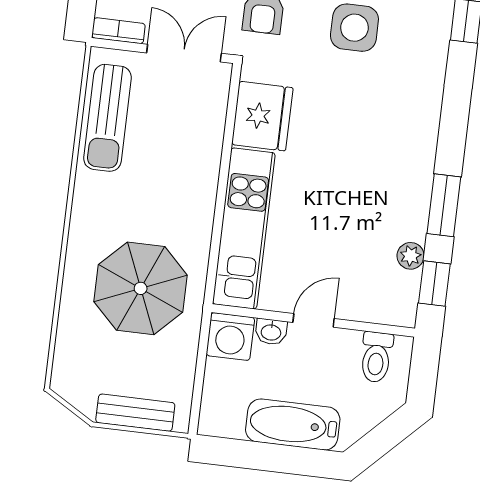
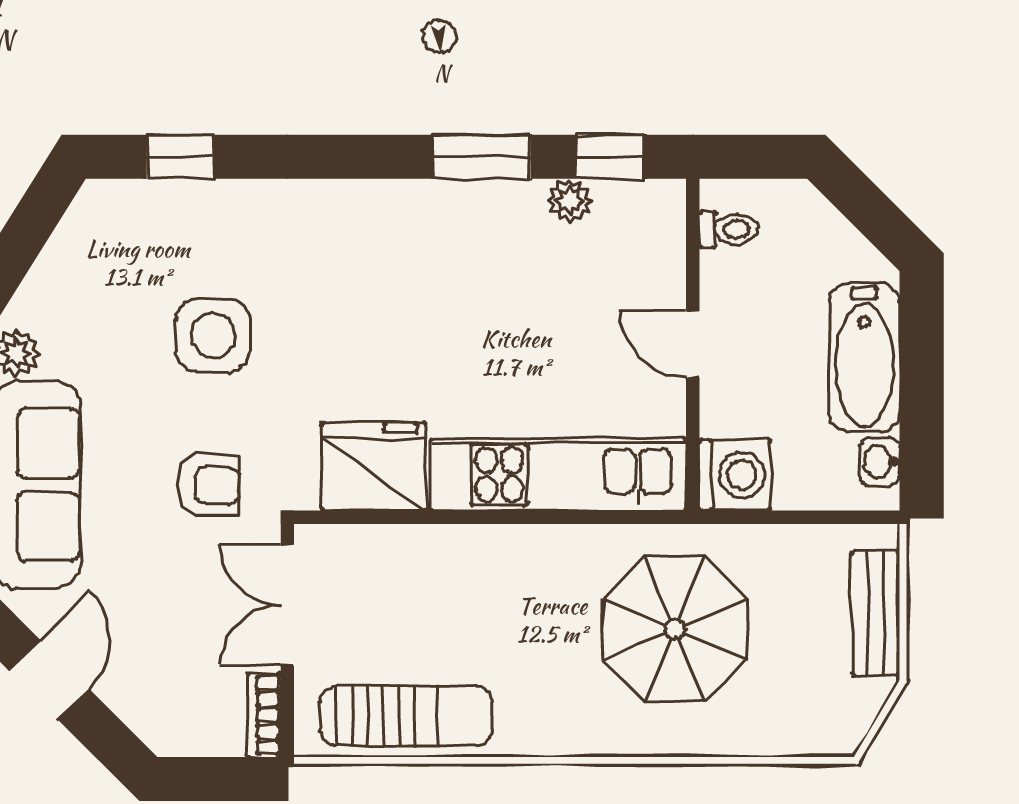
washbasin: (271, 332) -> (880, 462), moved, turned 180
toilet: (376, 357) -> (728, 229), width x0.73, depth x0.72

